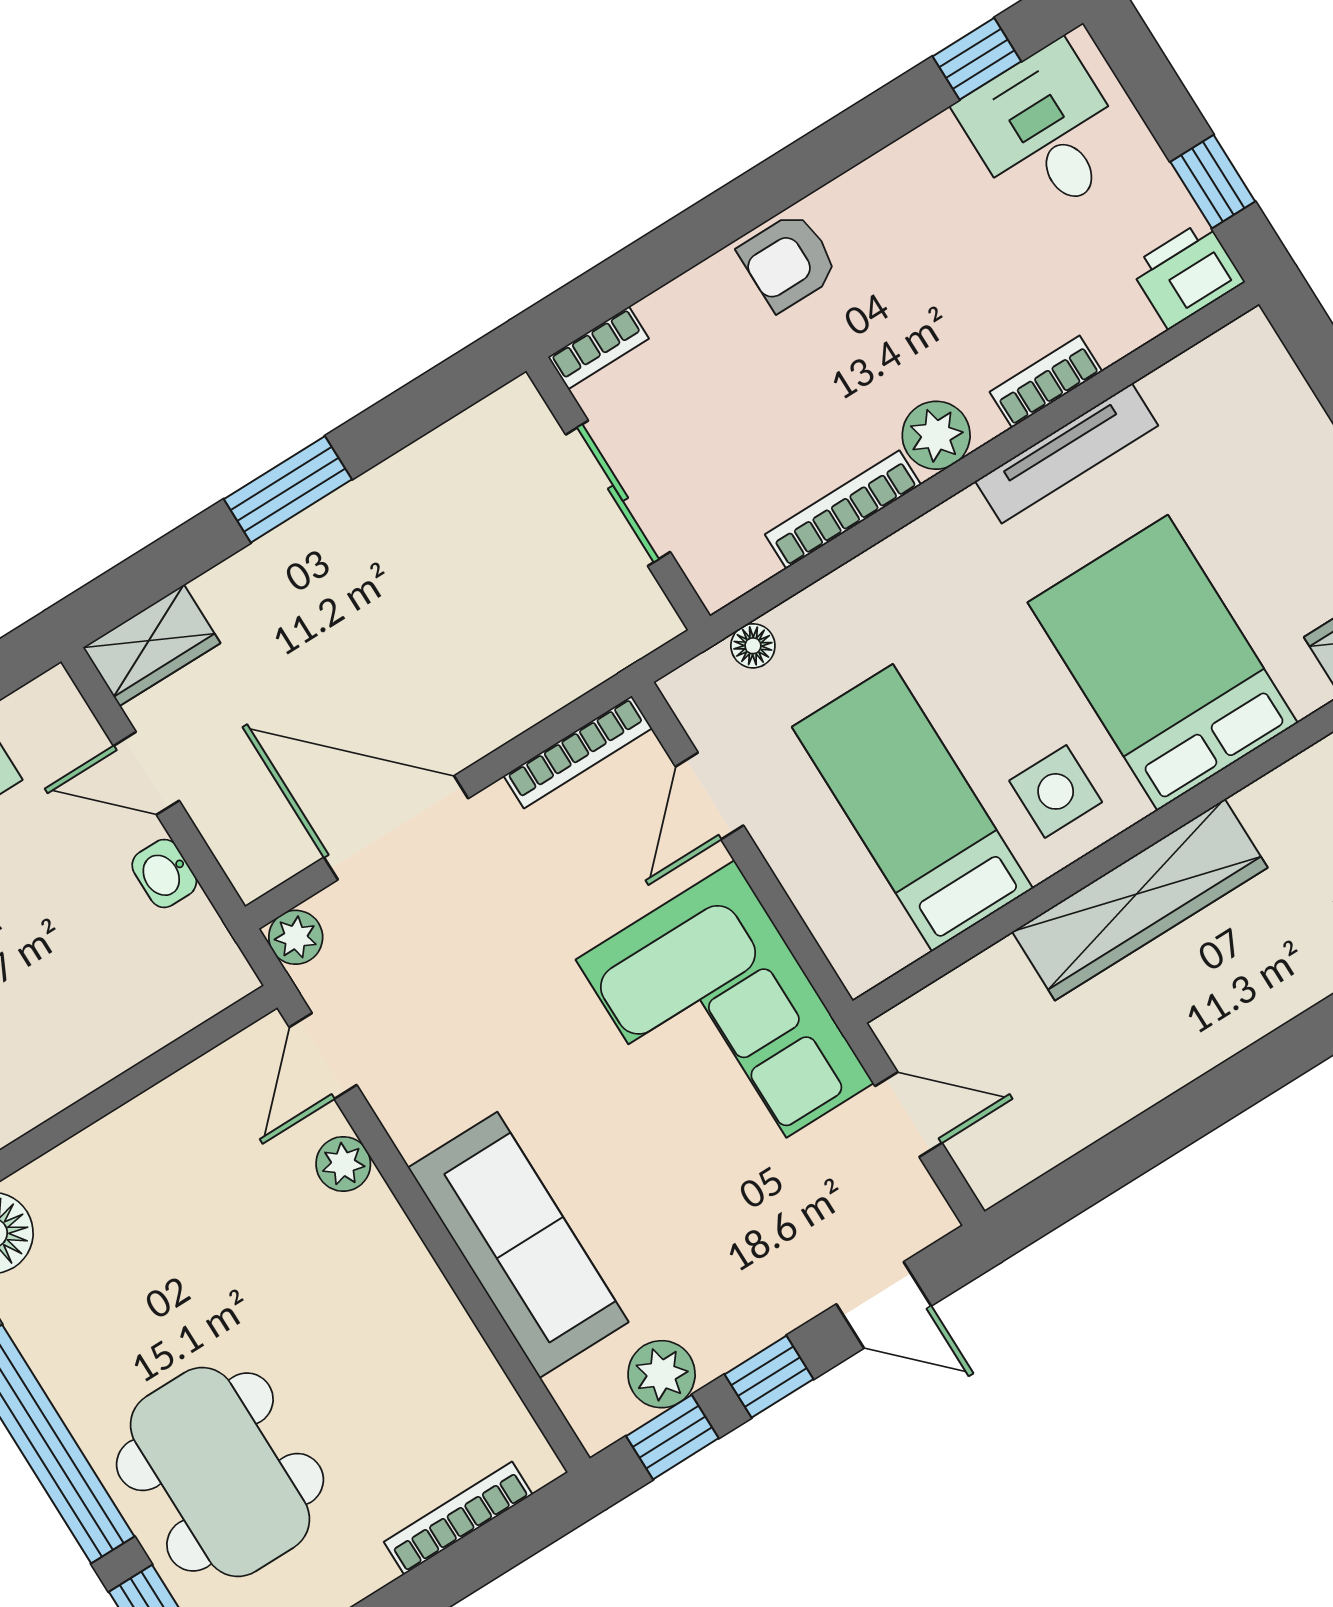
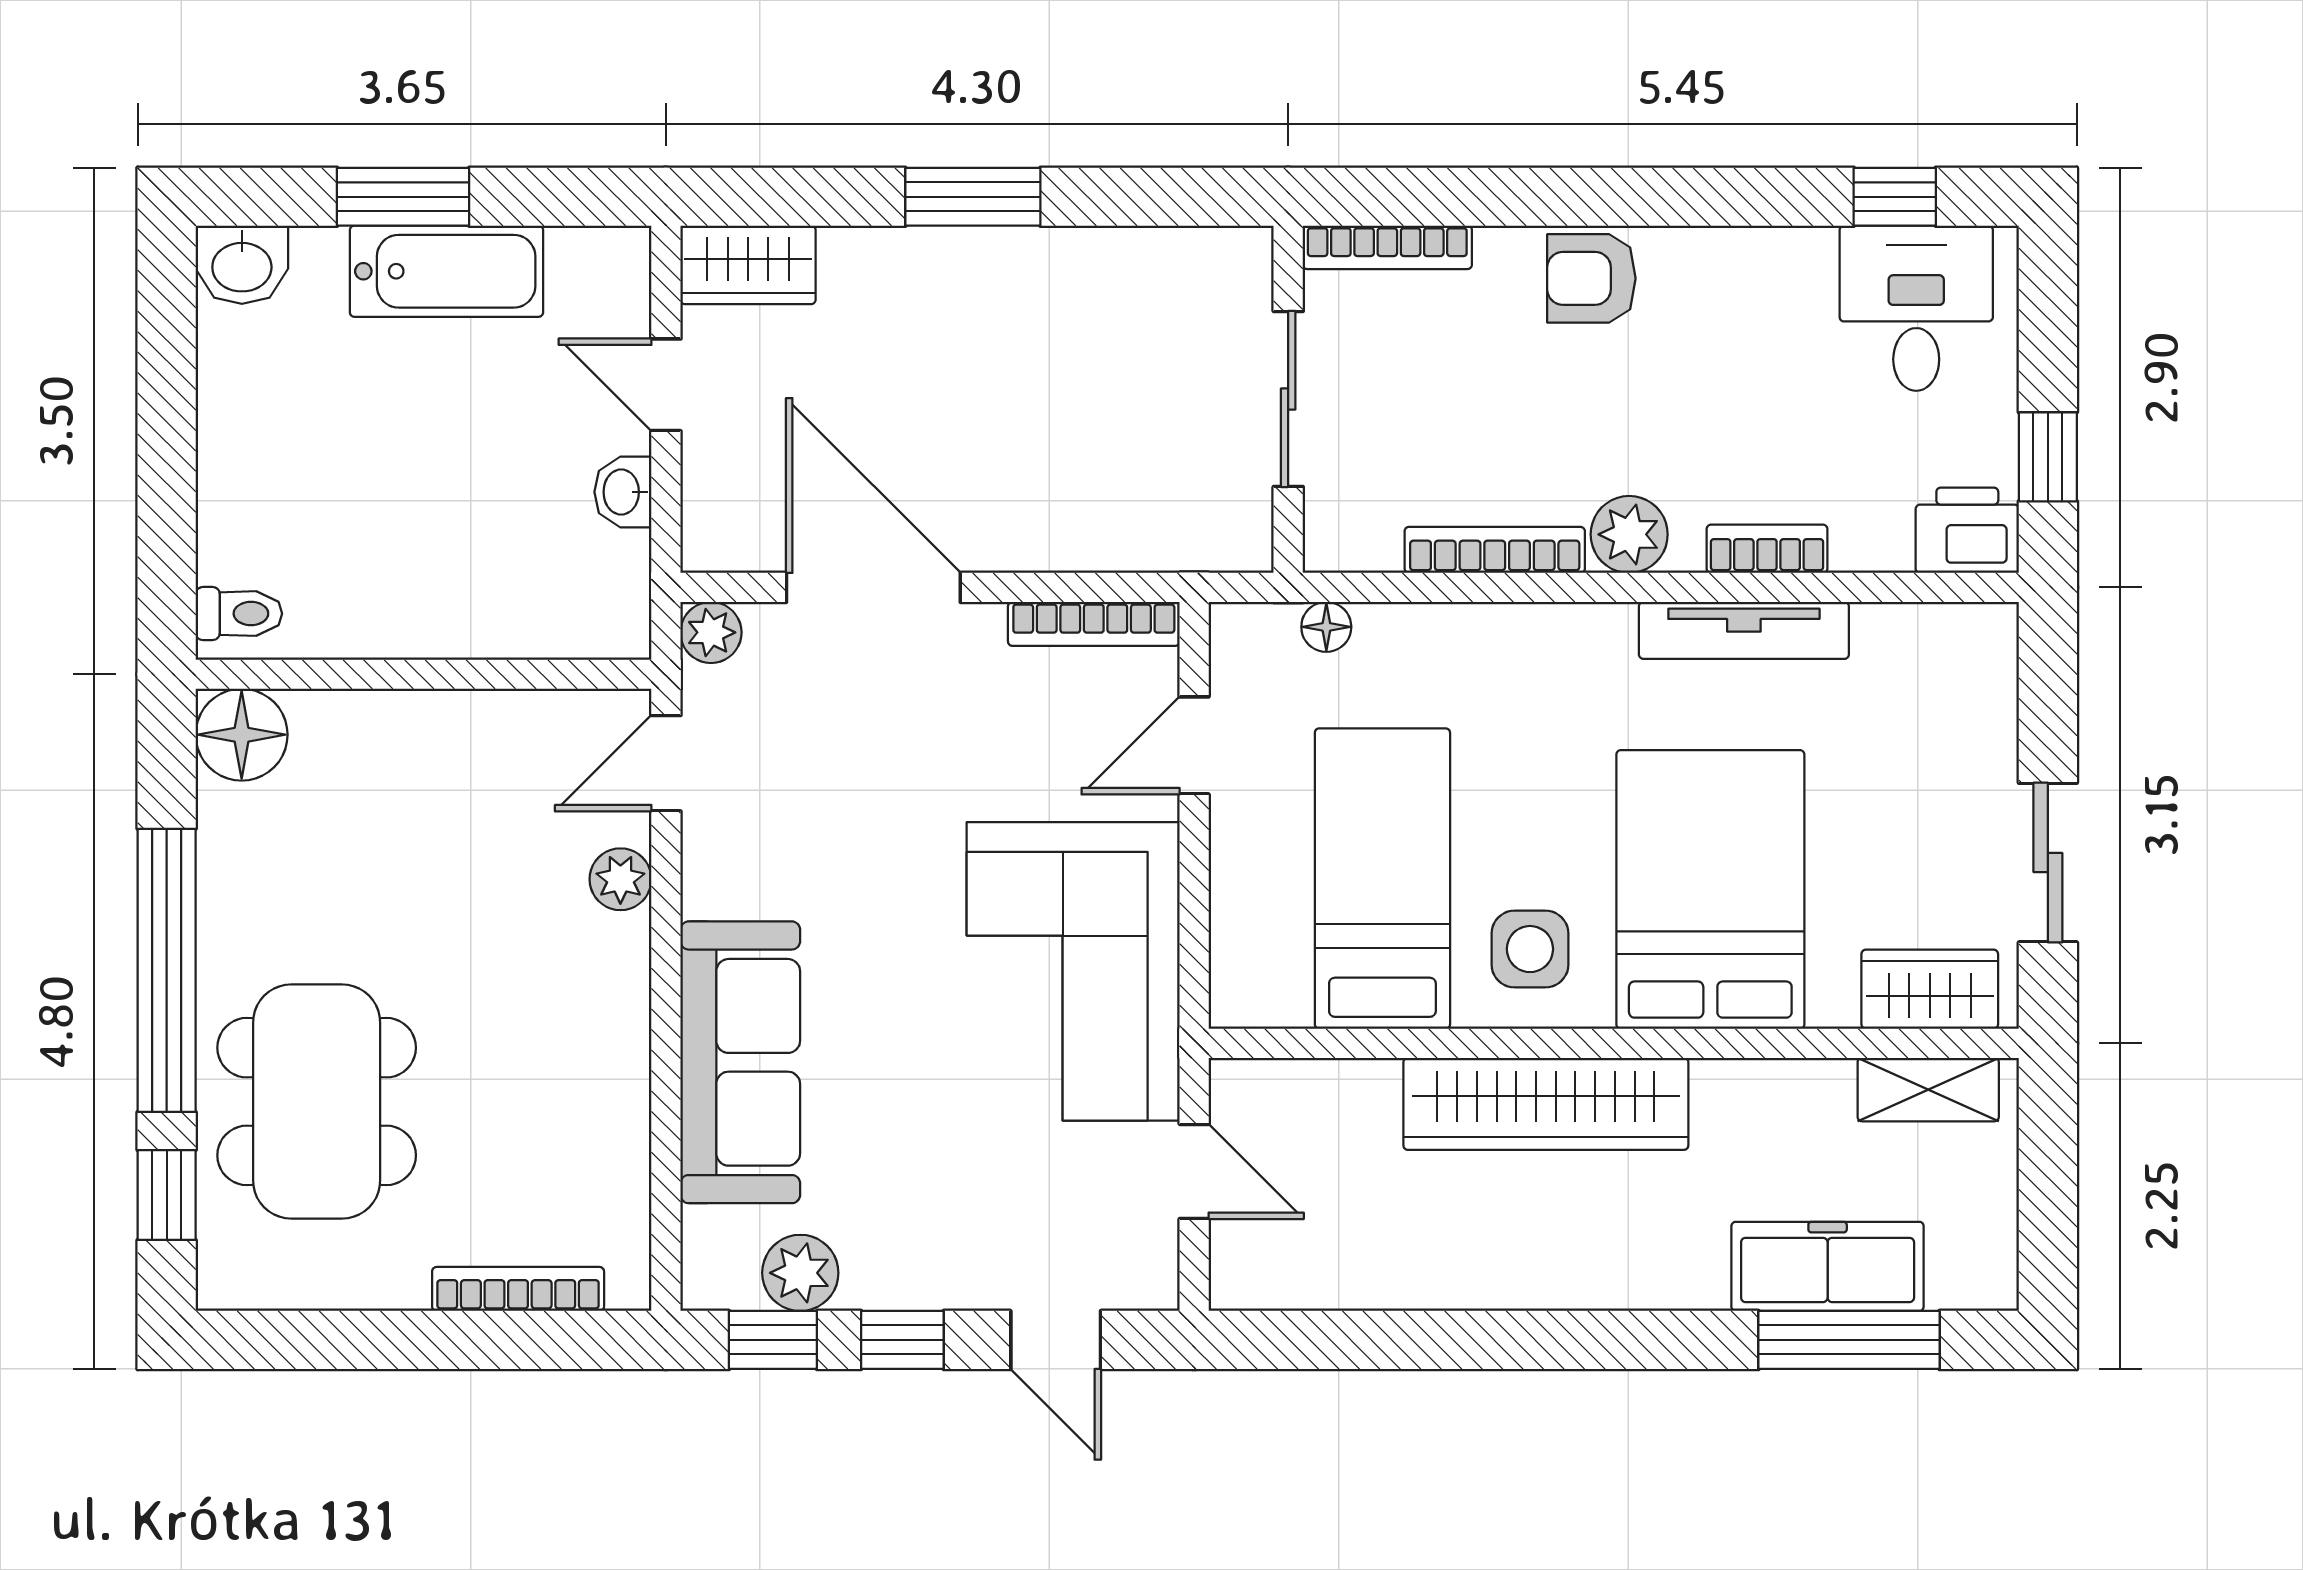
bookcase: (599, 348) -> (1387, 247), width x1.56

